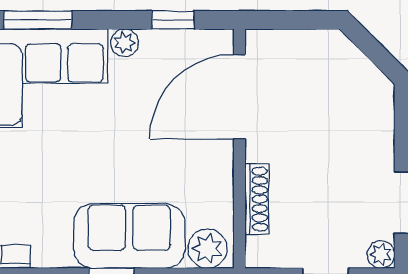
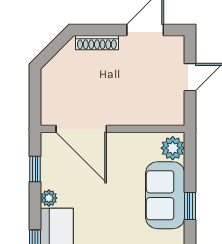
shoe rack: (257, 199) -> (97, 43), moved, turned 180
plant: (381, 254) -> (176, 44), removed

